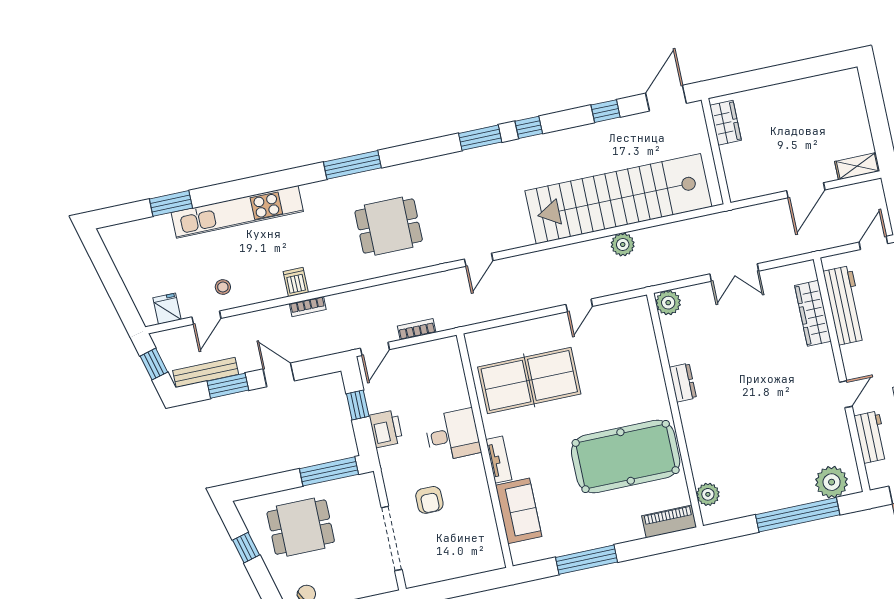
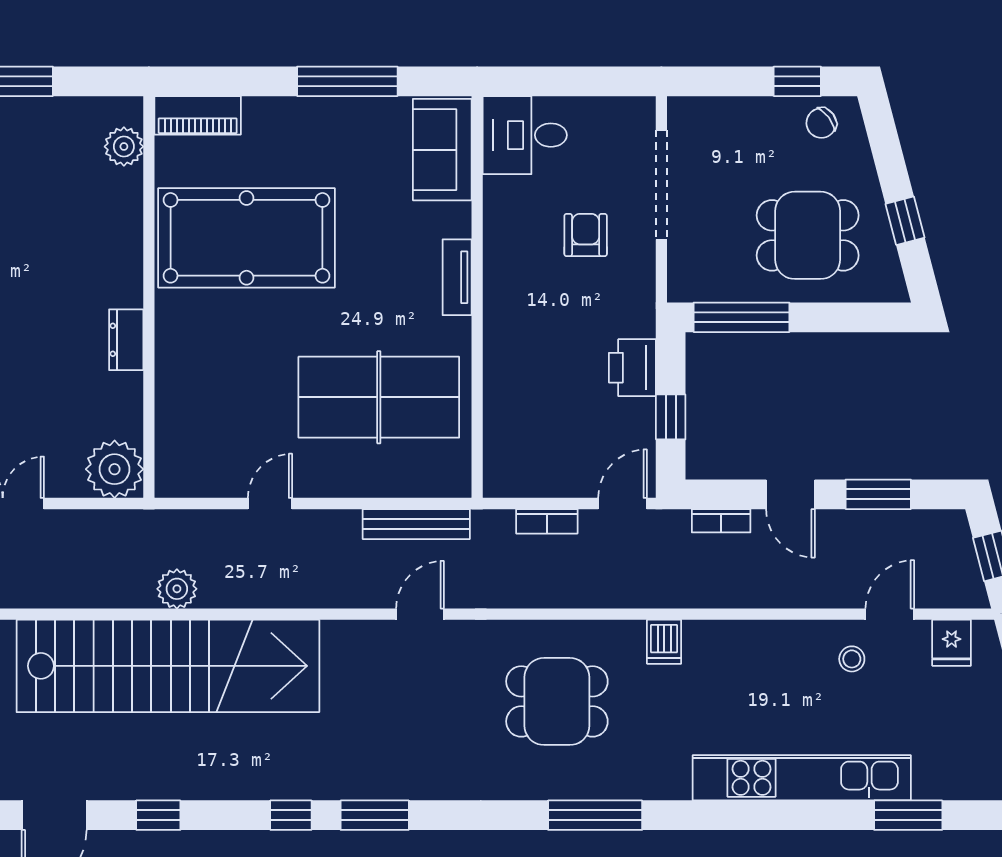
dishwasher: (296, 282) -> (664, 642), moved
plant: (668, 303) -> (115, 469), width x1.36, depth x1.36
bookcase: (308, 307) -> (721, 521), moved, turned 180
bench: (206, 372) -> (416, 524), moved
desk: (452, 435) -> (525, 135), moved
sofa: (519, 511) -> (442, 150), moved

